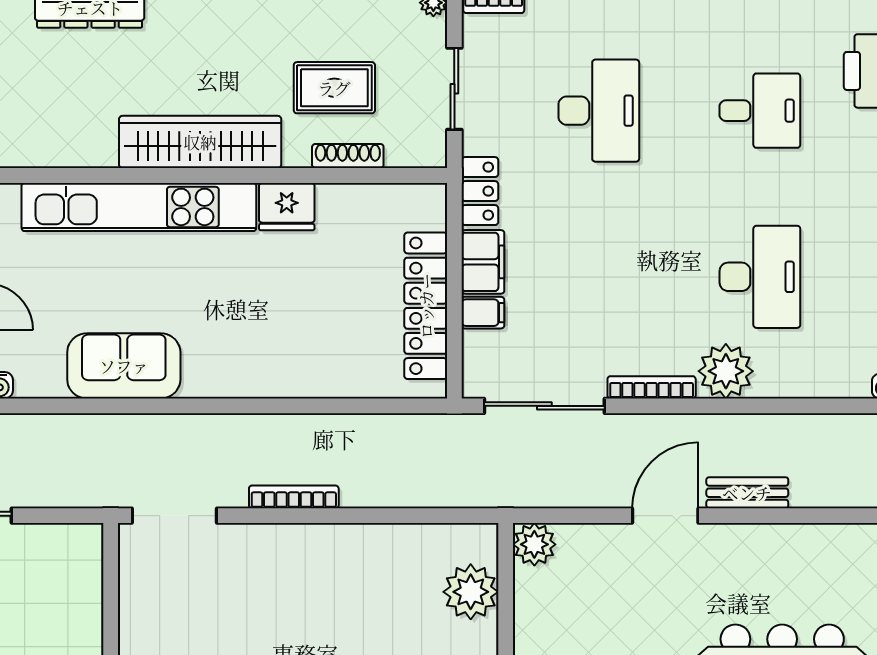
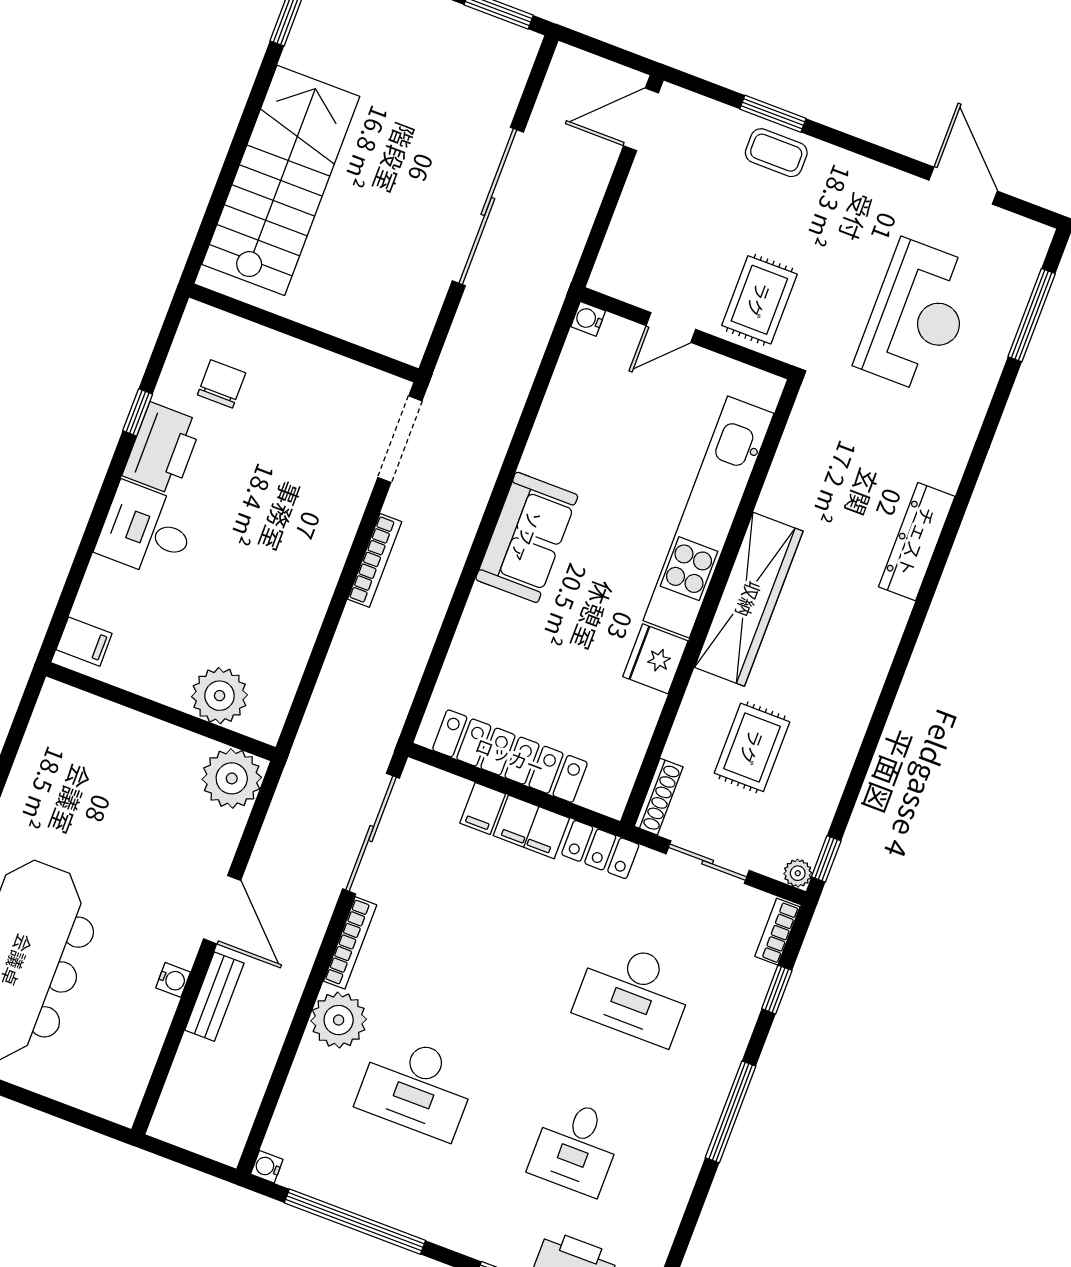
shoe rack: (348, 156) -> (659, 797), moved
sofa: (124, 366) -> (527, 537), moved
water cooler: (746, 536) -> (173, 980), added
plant: (534, 544) -> (232, 778), width x1.36, depth x1.36

